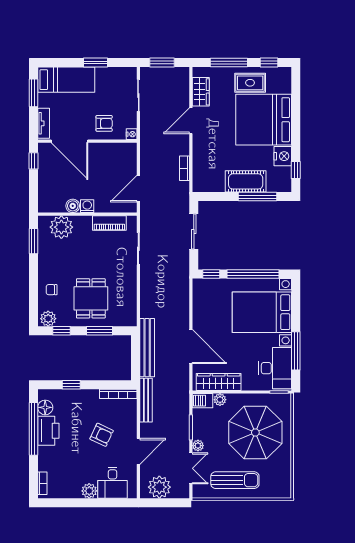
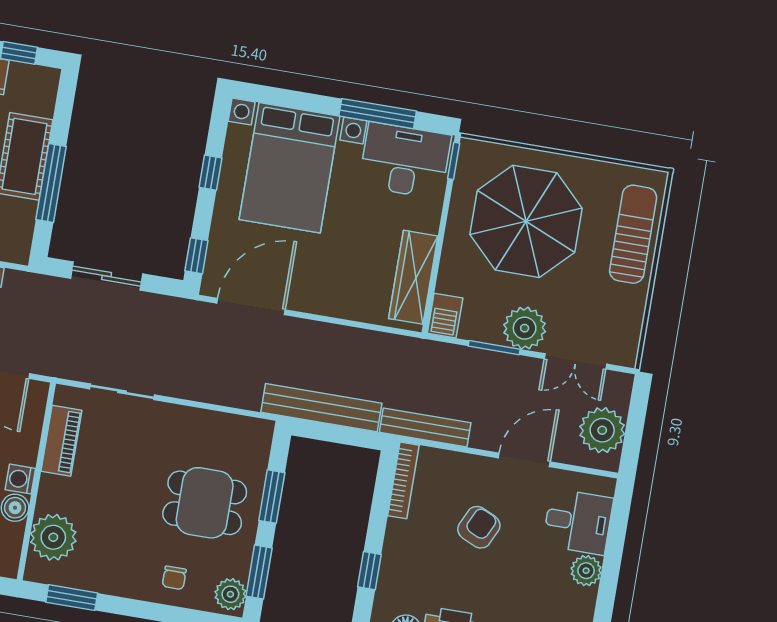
window: (257, 197) -> (51, 183), moved
window: (253, 274) -> (211, 173), width x0.32
window: (61, 331) -> (259, 572), width x1.50
door: (191, 347) -> (251, 306), moved
plant: (220, 400) -> (449, 281), removed
plant: (198, 446) -> (525, 328), width x1.88, depth x1.88
door: (138, 451) -> (524, 460), hinge flipped
double door: (191, 468) -> (575, 361), swing flipped
sun lounger: (235, 480) -> (633, 234), moved

